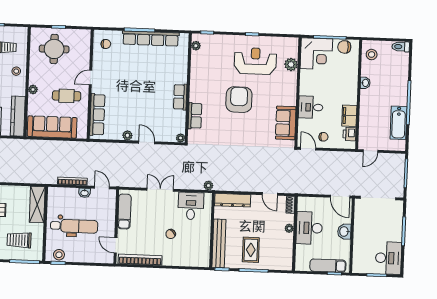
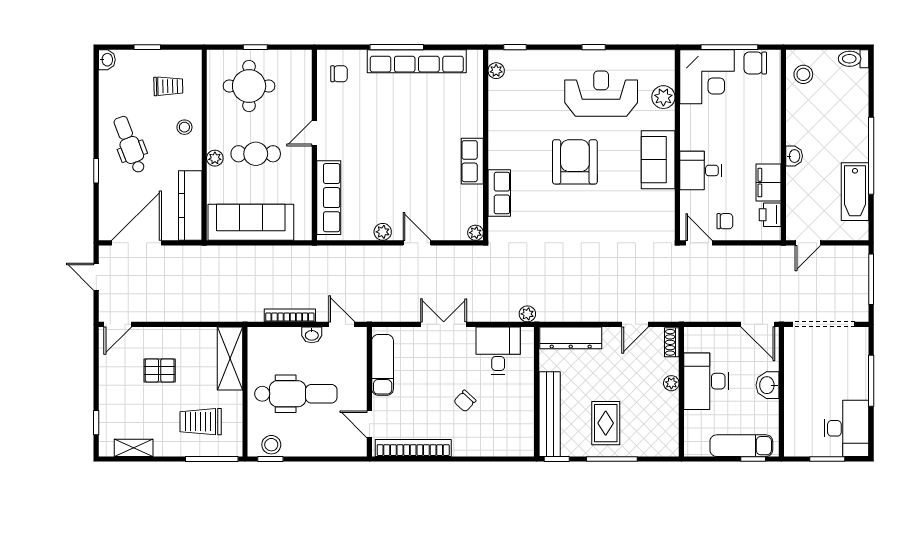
washbasin: (365, 83) -> (794, 156), moved
cafe table: (67, 96) -> (256, 154), moved
sofa: (286, 123) -> (658, 160), moved
door: (270, 194) -> (635, 324), hinge flipped

